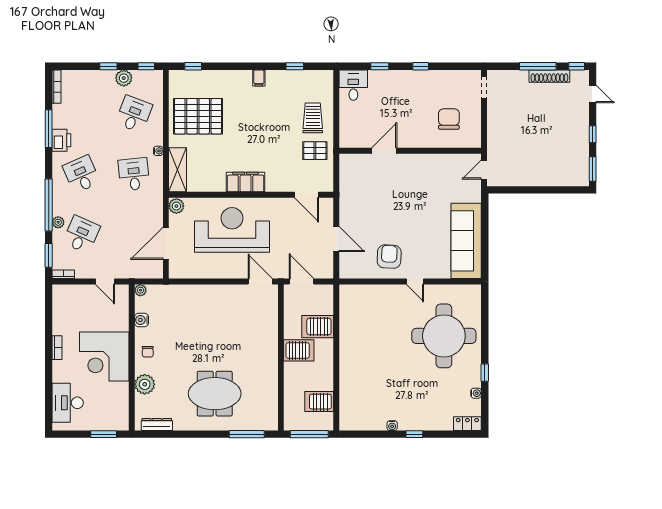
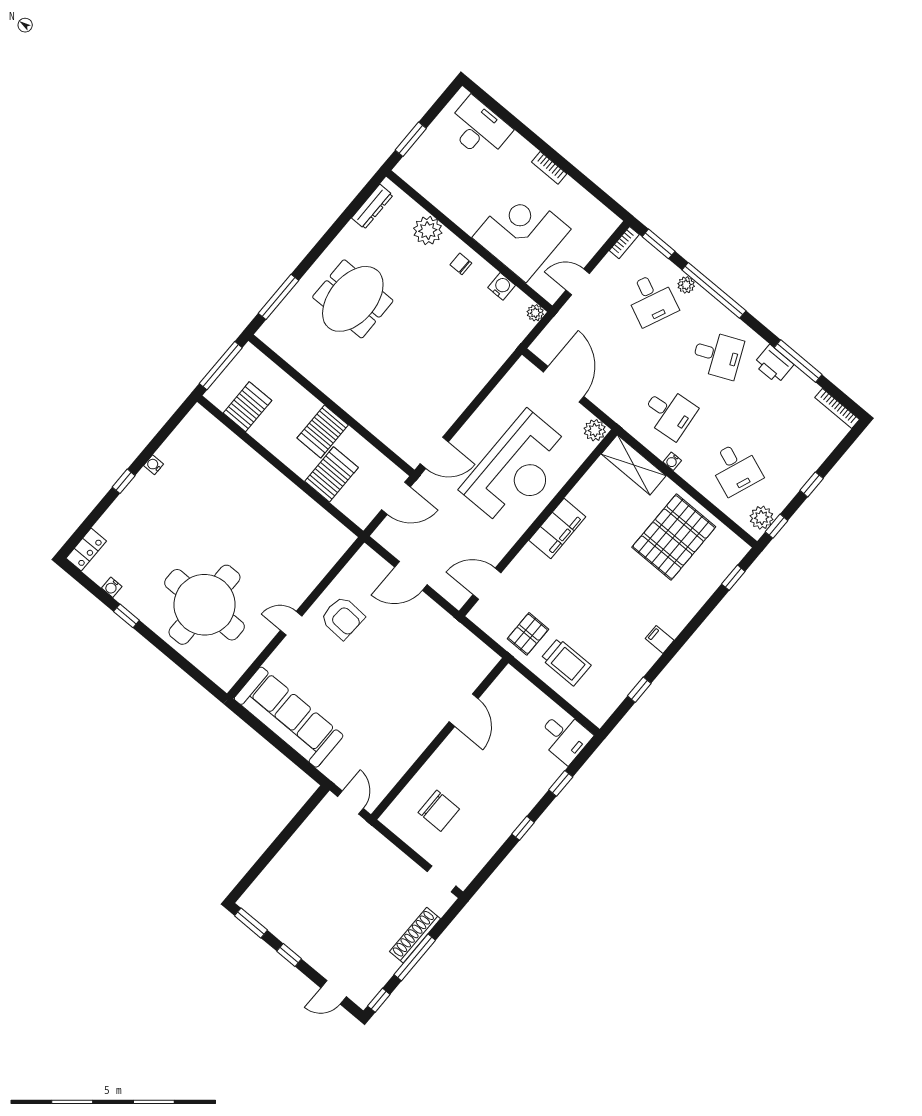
shoe rack: (549, 76) -> (415, 935), moved
plant: (124, 78) -> (762, 518), moved
corner desk: (104, 356) -> (521, 233), moved

